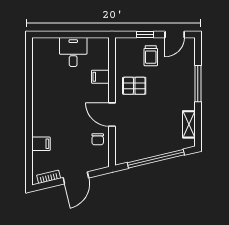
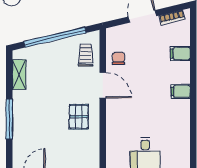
trolley: (151, 56) -> (86, 55), moved
filing cabinet: (100, 77) -> (181, 91), moved, turned 180
pallet: (134, 86) -> (79, 117), turned 90

